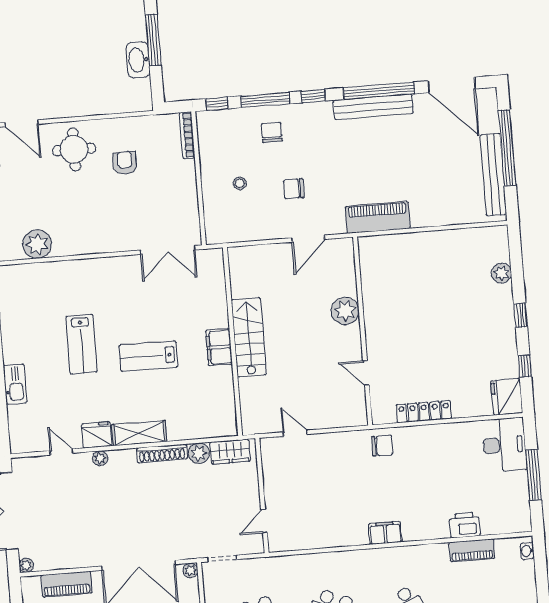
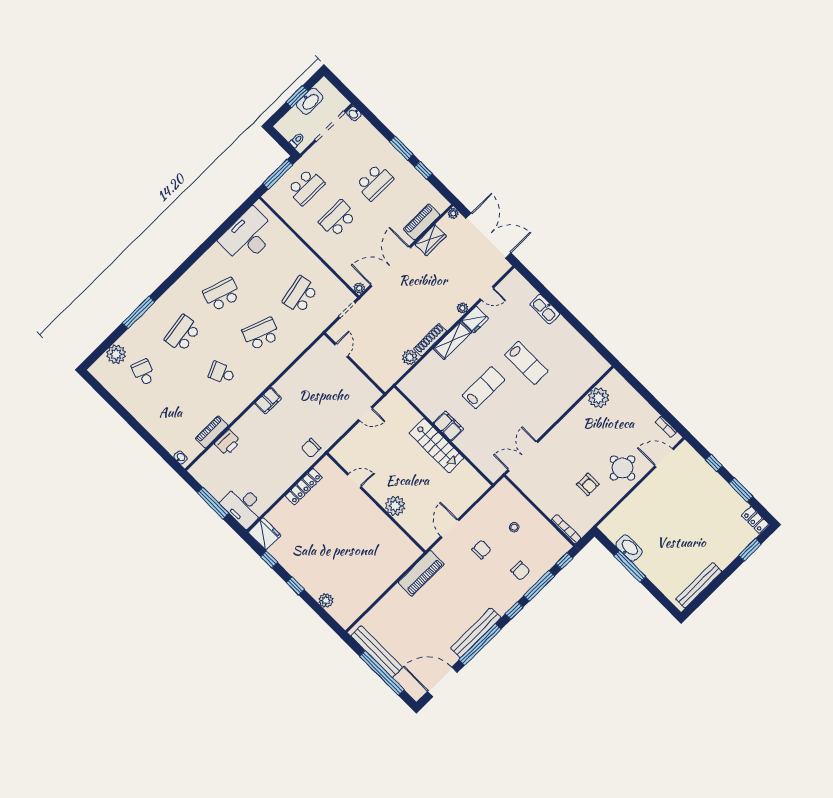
lab bench: (82, 344) -> (527, 363), turned 180
wardrobe: (230, 452) -> (431, 240), moved, turned 180

